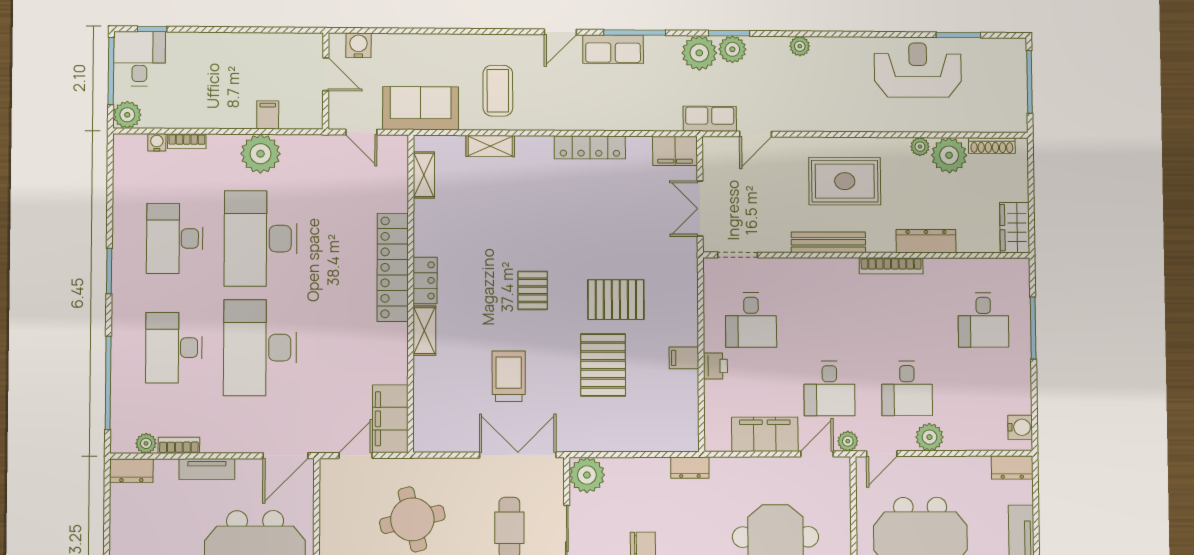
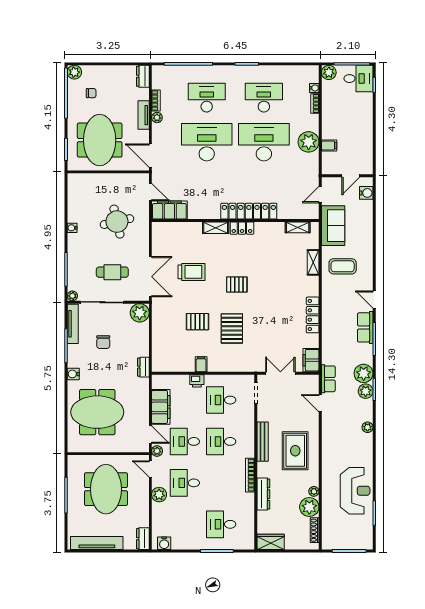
desk: (829, 320) -> (221, 441), added
pallet: (603, 365) -> (197, 322), width x0.67, depth x0.71
plant: (146, 443) -> (157, 117), moved

